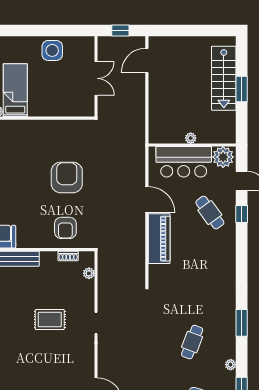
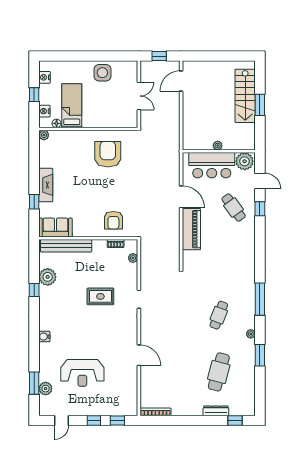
armchair: (67, 177) -> (108, 154), moved
window: (242, 323) -> (260, 299), width x1.44

